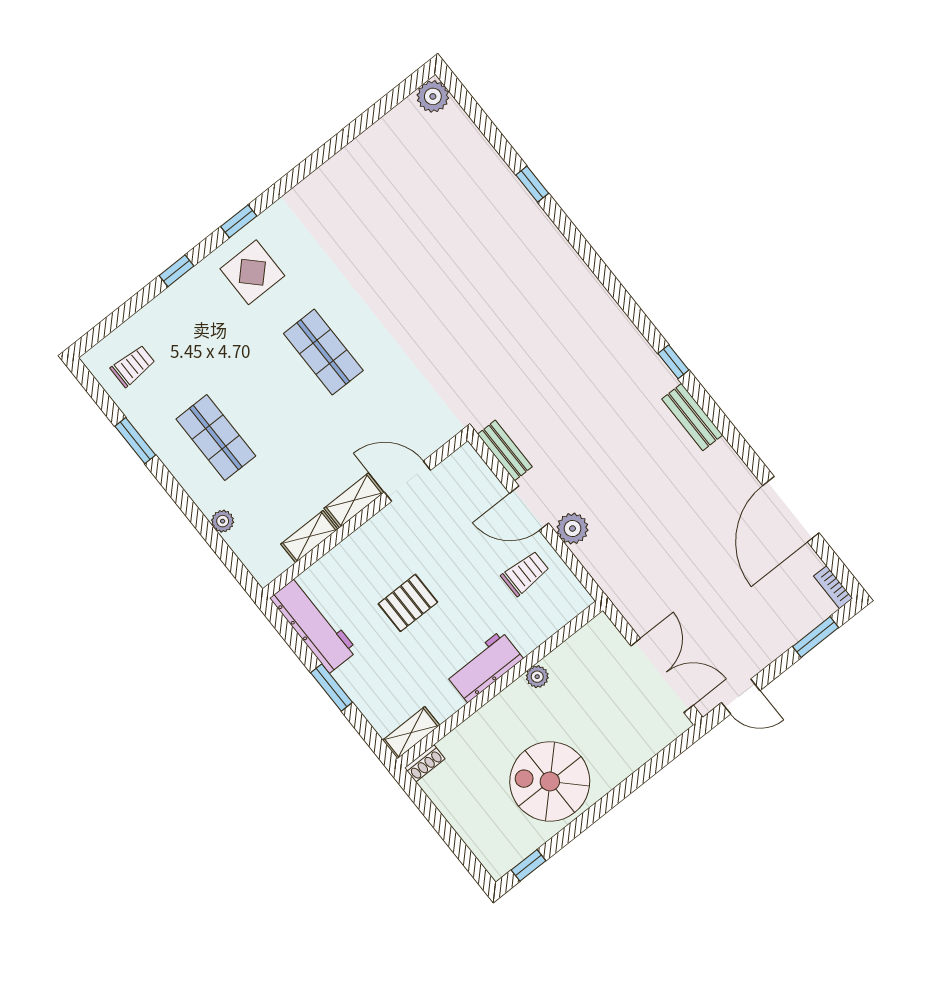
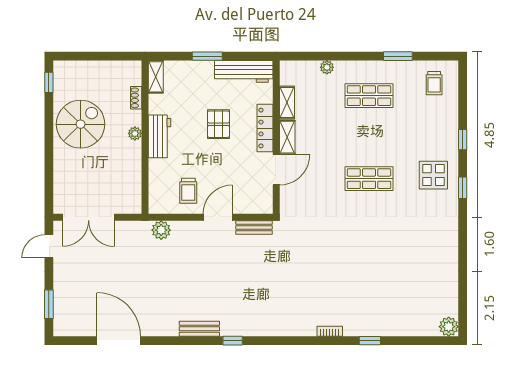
plant: (573, 528) -> (161, 230), moved
locker: (365, 539) -> (265, 128), added
bookcase: (833, 587) -> (330, 331), moved
plant: (537, 677) -> (135, 133), moved
shoe rack: (425, 763) -> (136, 98), moved

